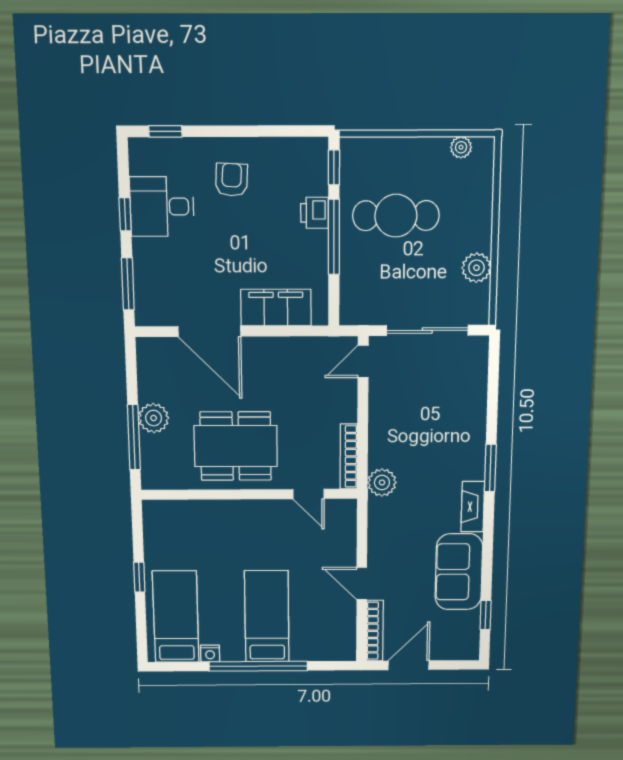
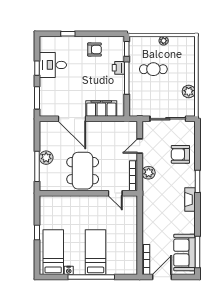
window: (165, 131) -> (68, 34), moved
plant: (461, 147) -> (164, 41), moved
armchair: (232, 180) -> (95, 50), moved, turned 87
cafe table: (396, 216) -> (153, 69), width x0.73, depth x0.74
door: (363, 361) -> (140, 146), moved
armchair: (454, 409) -> (180, 154), added
dining table: (236, 446) -> (83, 171), turned 90
plant: (382, 482) -> (149, 173), moved
sofa: (459, 572) -> (184, 253), moved
door: (362, 583) -> (140, 236), removed
window: (486, 615) -> (198, 252), width x2.17

